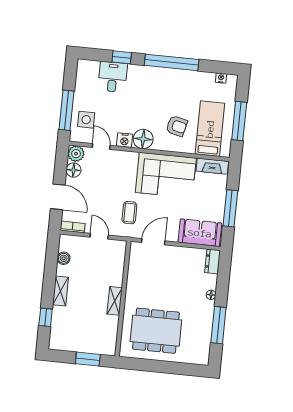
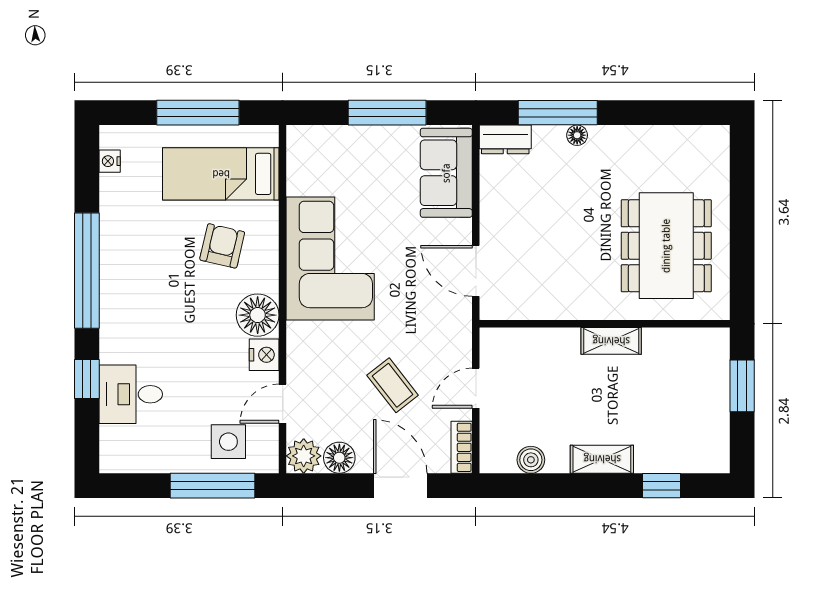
fireplace: (212, 166) -> (301, 161), removed
door: (58, 197) -> (400, 486), hinge flipped
coffee table: (129, 213) -> (393, 385), moved, turned 52
window: (218, 325) -> (558, 113), moved

